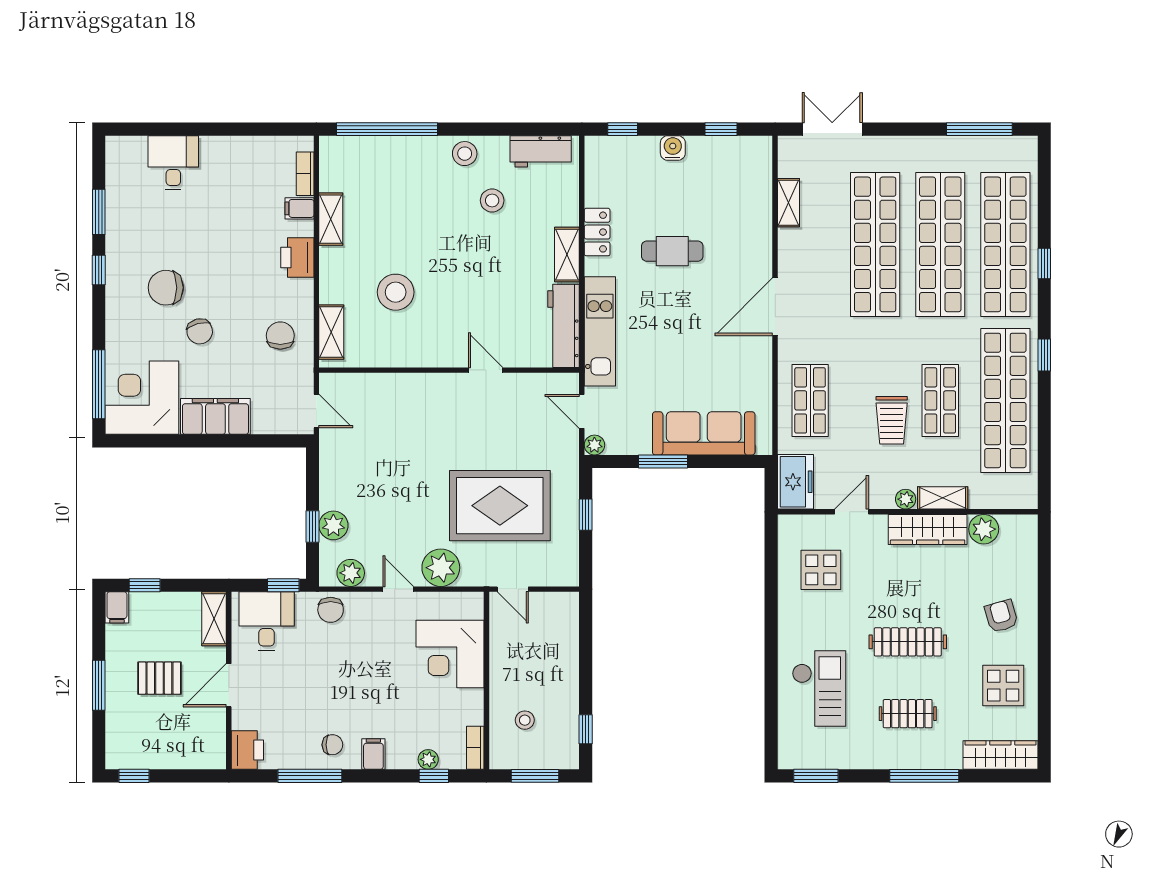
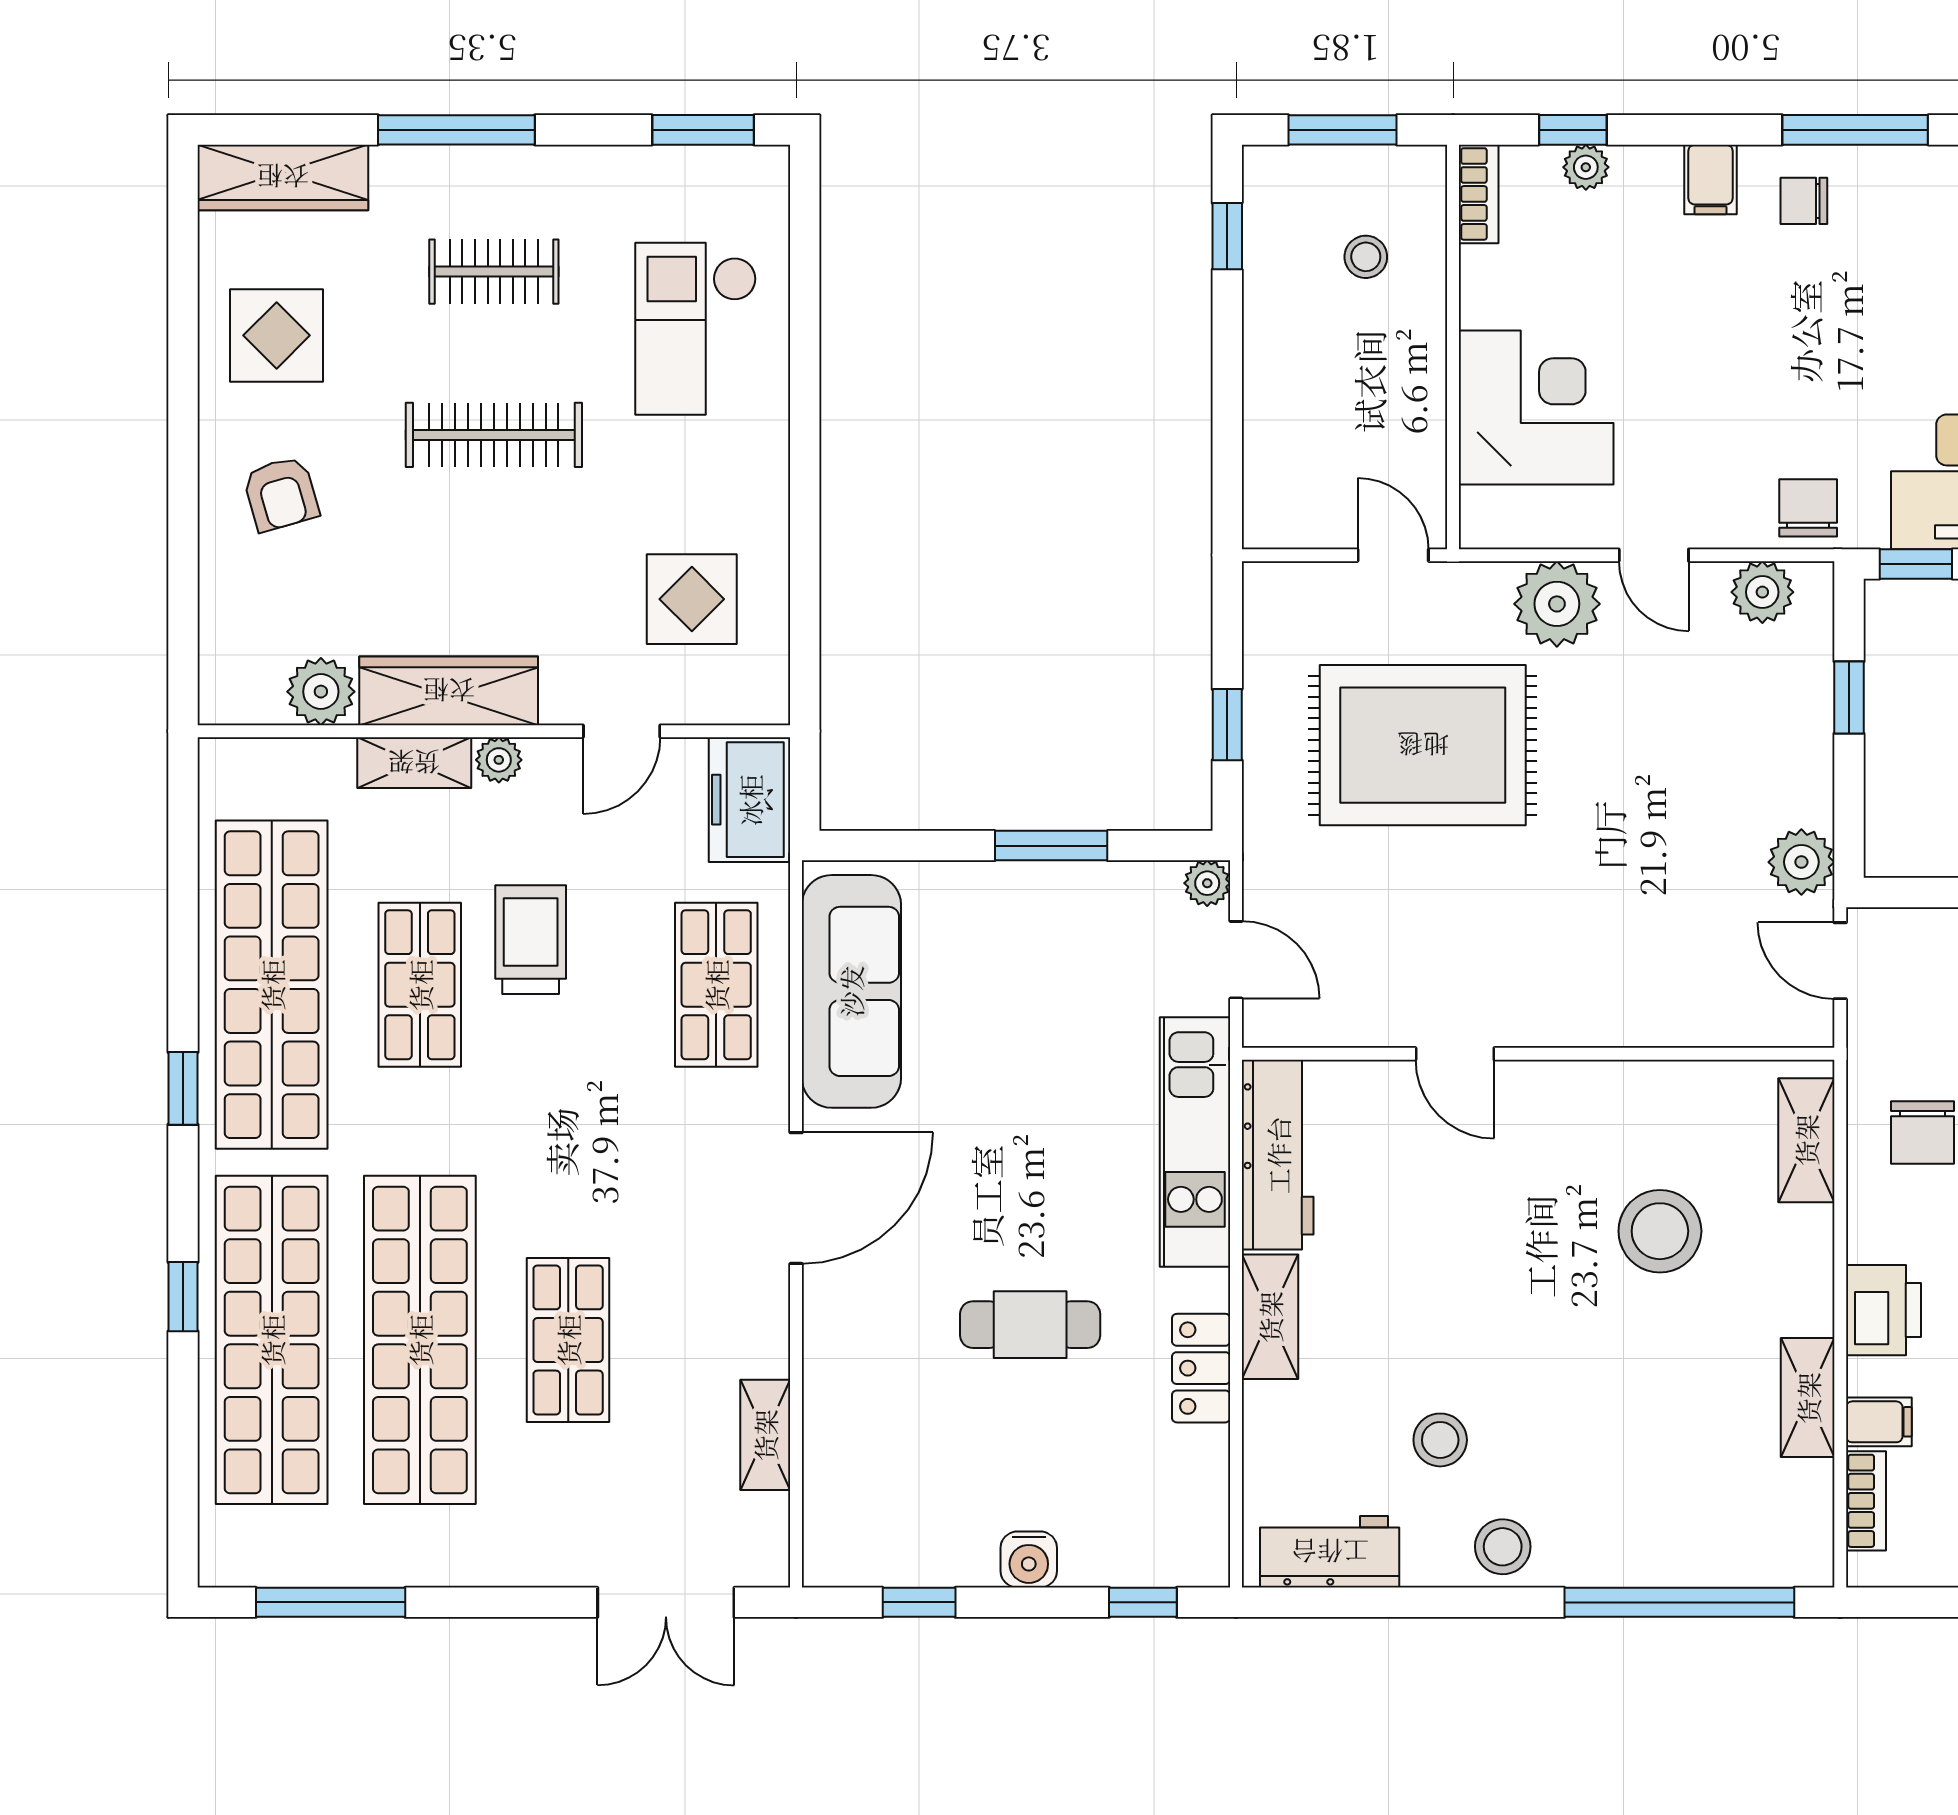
shop shelf: (875, 244) -> (568, 1340), width x0.50, depth x0.74
sofa: (704, 433) -> (851, 991), moved, turned -90
plant: (333, 525) -> (1801, 862), moved

